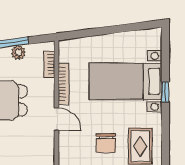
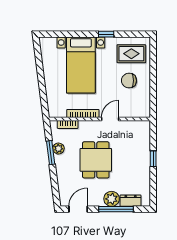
window: (165, 92) -> (106, 34), moved
chair: (106, 143) -> (129, 81), turned 180

